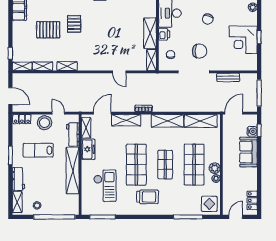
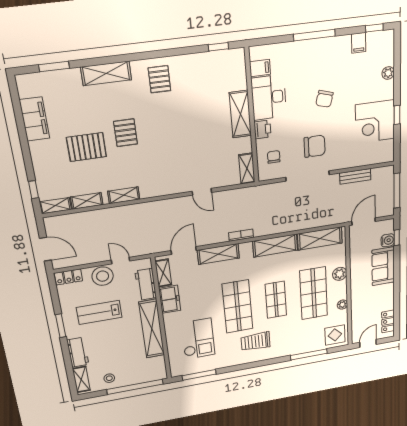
shelving: (150, 33) -> (240, 114), moved
plant: (215, 168) -> (340, 274), moved
trolley: (147, 197) -> (256, 341), turned 180

